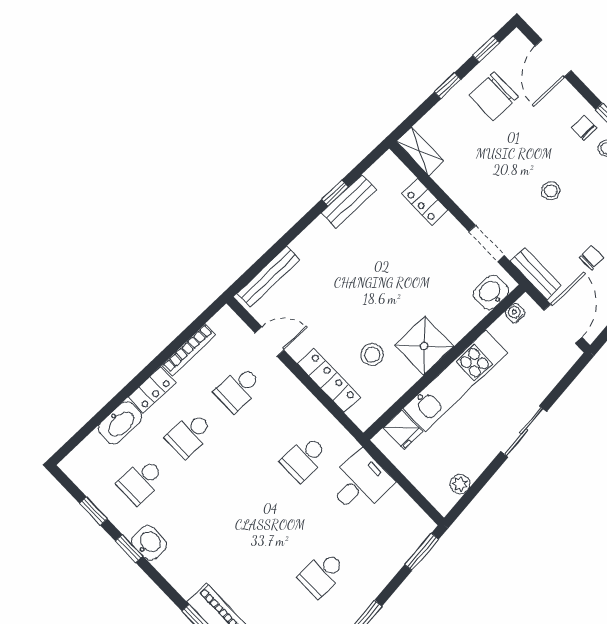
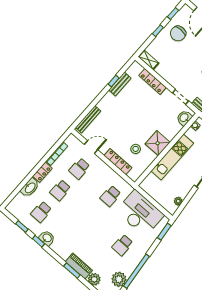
locker: (425, 202) -> (153, 81), width x1.53
fridge: (403, 430) -> (152, 180), removed
desk: (360, 483) -> (140, 213), width x1.87, depth x1.30

